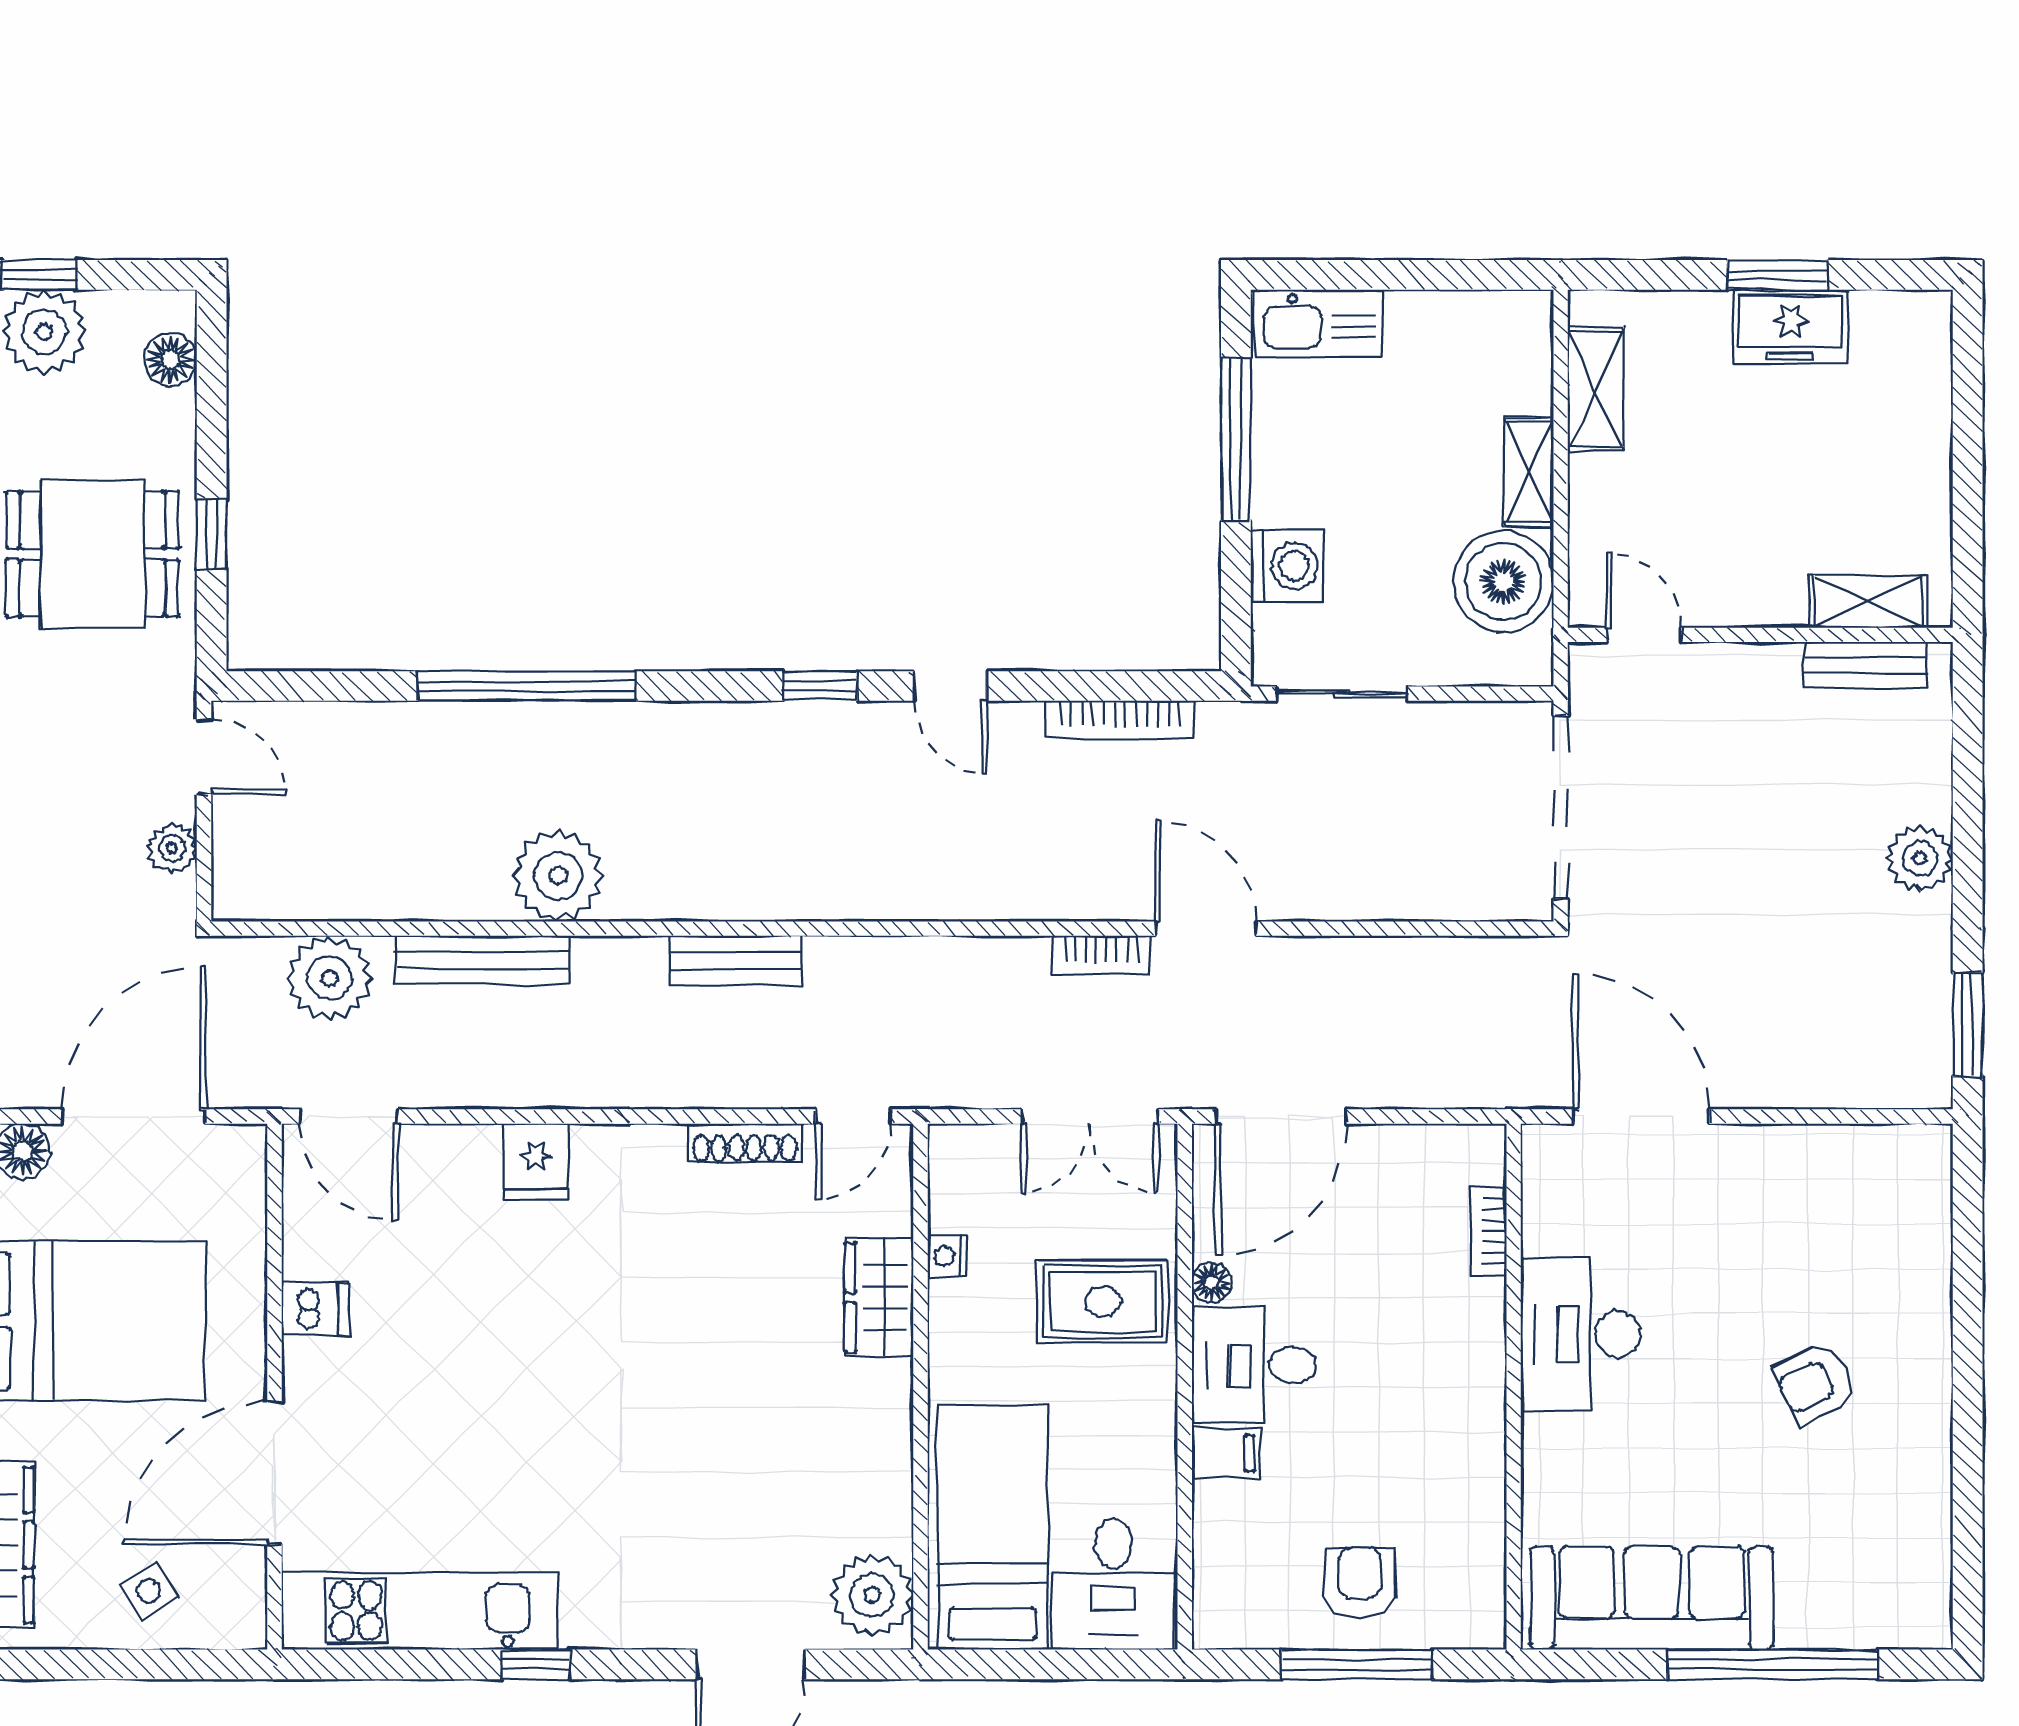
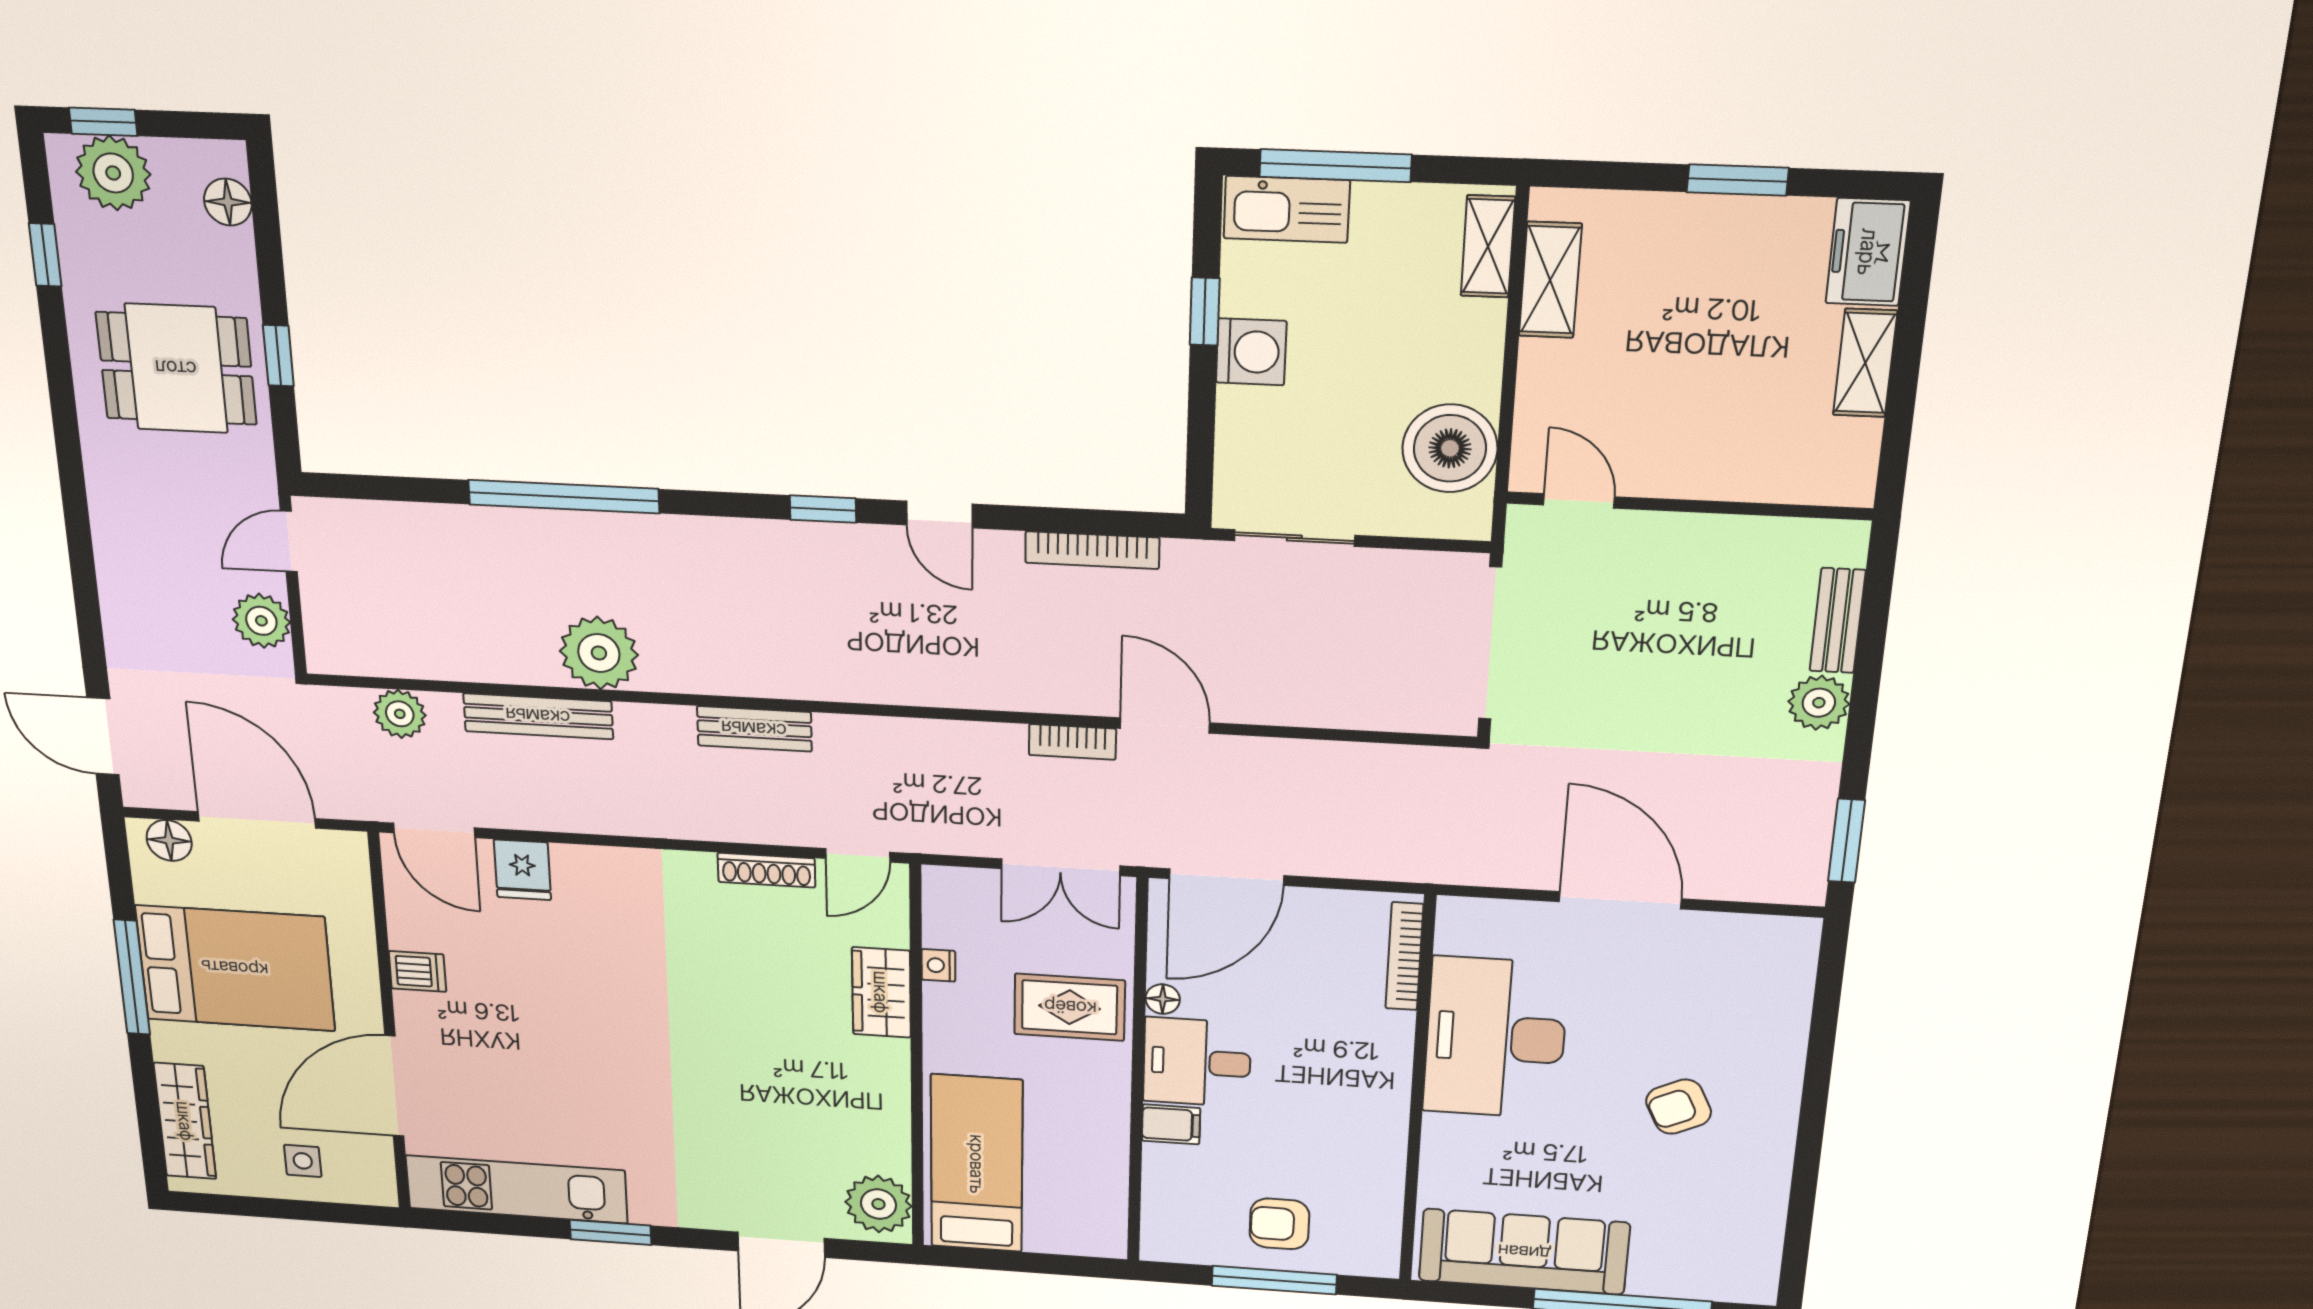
window: (1367, 275) -> (1335, 166), added
freezer: (1790, 326) -> (1868, 252), moved, turned 90
window: (1236, 439) -> (1205, 312), width x0.46
shelving: (1529, 472) -> (1488, 246), moved
washing machine: (1287, 566) -> (1251, 352), moved
shelving: (1869, 601) -> (1865, 363), moved, turned 90
bench: (1865, 665) -> (1838, 621), moved, turned 90
door: (204, 757) -> (289, 541), swing flipped
plant: (172, 848) -> (261, 621), width x1.38, depth x1.38
plant: (330, 978) -> (400, 714), width x0.73, depth x0.73
door: (134, 1116) -> (257, 820), hinge flipped
door: (1641, 1116) -> (1620, 900), moved
fridge: (536, 1162) -> (522, 870), moved
bookcase: (1489, 1231) -> (1404, 956), width x1.56
desk: (1581, 1334) -> (1495, 1038), width x1.36, depth x1.30
armchair: (1360, 1583) -> (1279, 1224), turned -90
desk: (1113, 1584) -> (1075, 1210), removed
side table: (149, 1591) -> (303, 1161), turned 31
window: (536, 1664) -> (611, 1232), width x1.50

